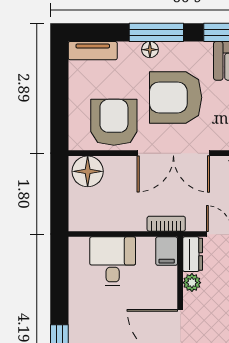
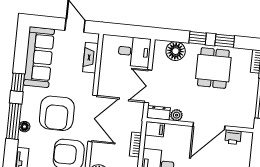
bookcase: (166, 224) -> (135, 144), moved

